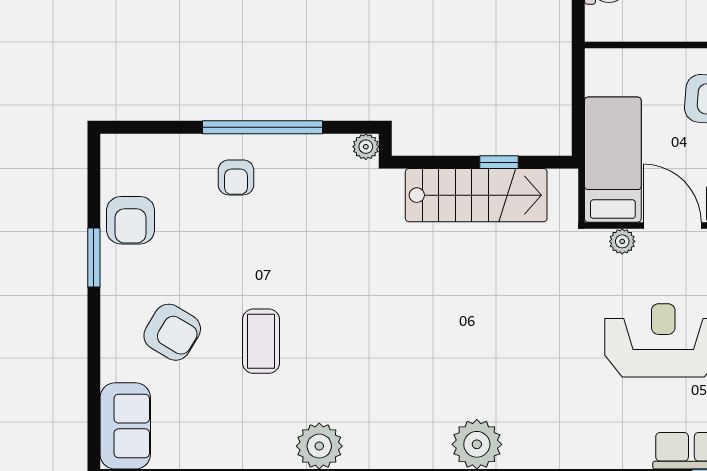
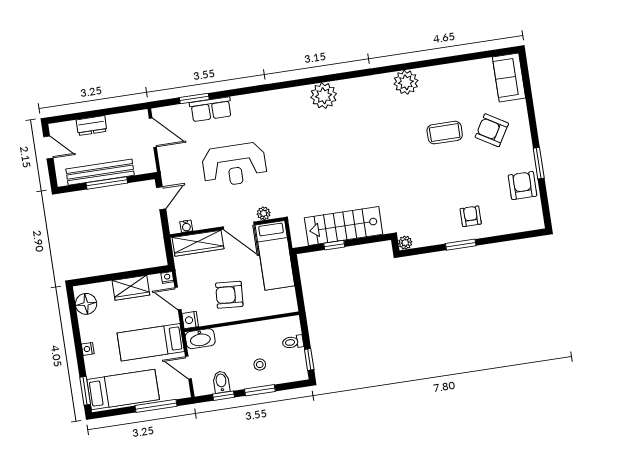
window: (262, 127) -> (461, 245), width x0.47
coffee table: (261, 341) -> (445, 133), turned 90

